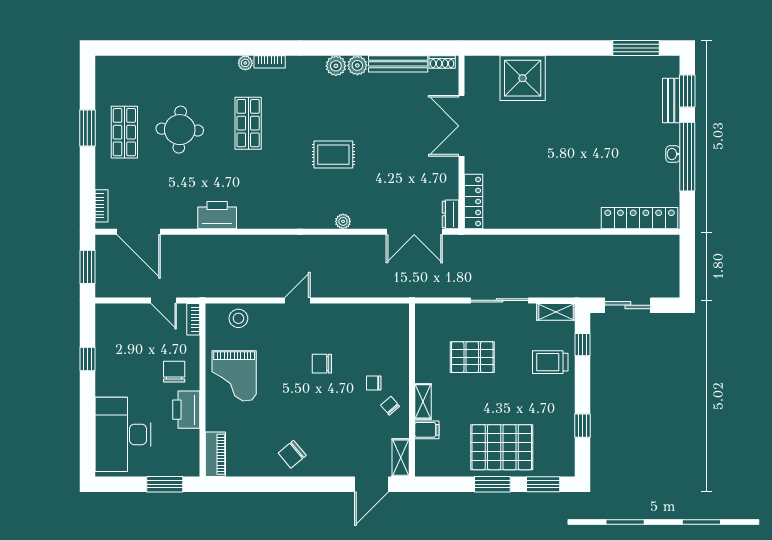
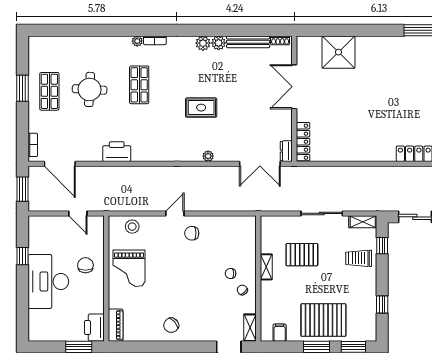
bookcase: (193, 319) -> (99, 227), removed
chair: (322, 364) -> (192, 233), moved
shelving: (423, 401) -> (266, 267), moved
printer: (186, 410) -> (94, 328), moved
filing cabinet: (427, 430) -> (280, 333), moved, turned -90
desk: (123, 434) -> (48, 281), moved

